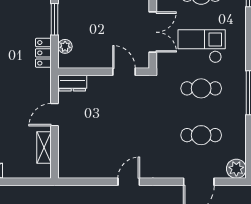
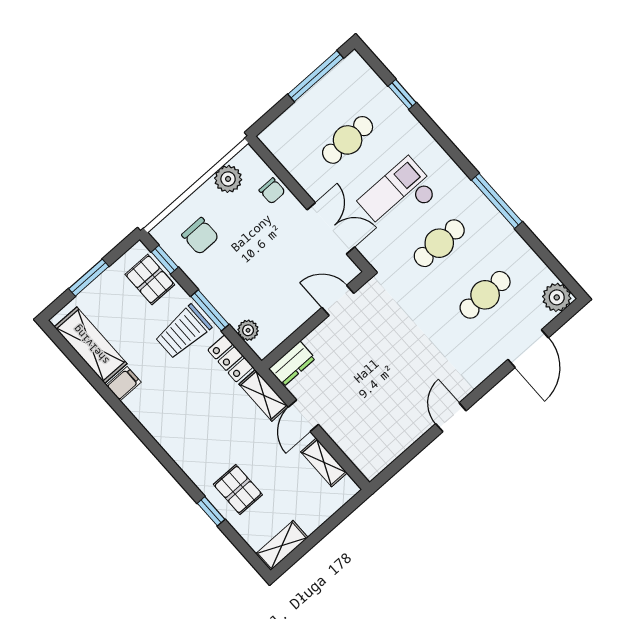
trolley: (31, 18) -> (183, 332), added
shelving: (44, 86) -> (264, 395), added

